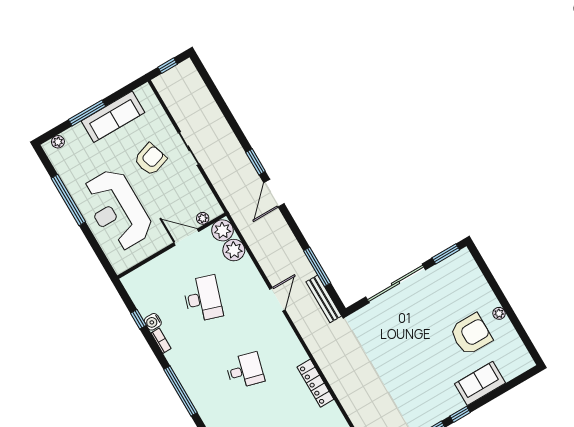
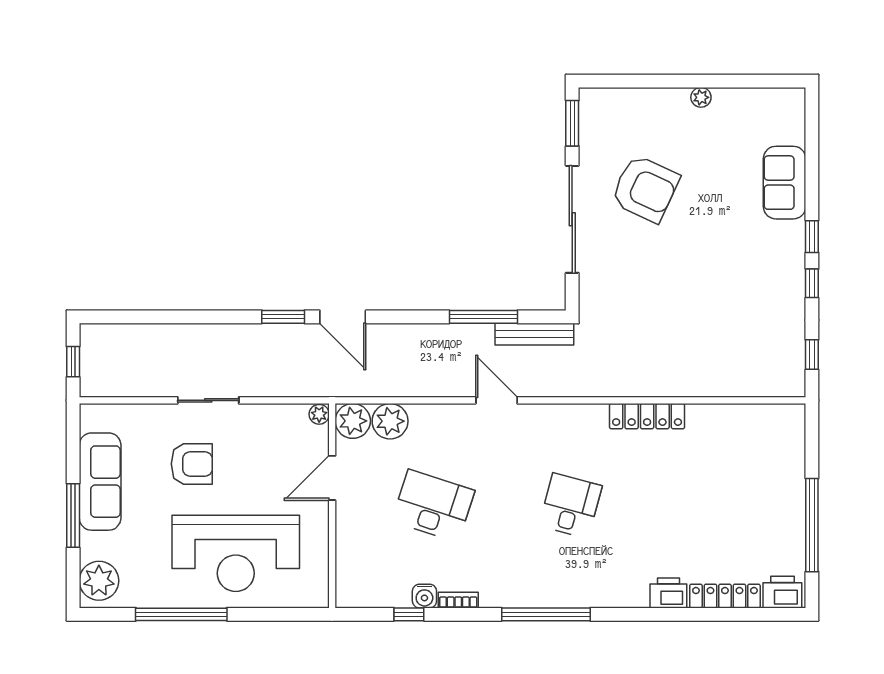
plant: (58, 142) -> (99, 581), width x1.87, depth x1.87
armchair: (150, 159) -> (192, 464), turned 108
plant: (203, 218) -> (319, 414), moved
armchair: (471, 334) -> (645, 189), moved, turned 115

